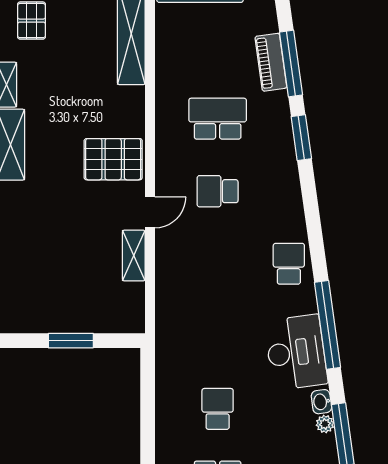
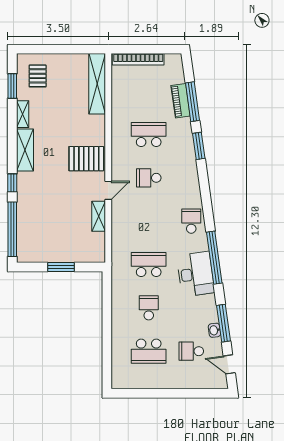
school desk: (218, 336) -> (149, 264), added
washbasin: (321, 402) -> (214, 330), moved
plant: (325, 424) -> (213, 317), removed

